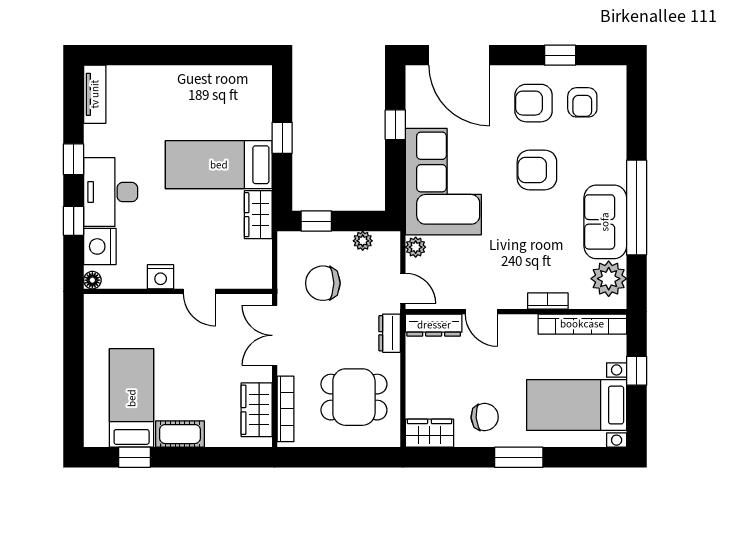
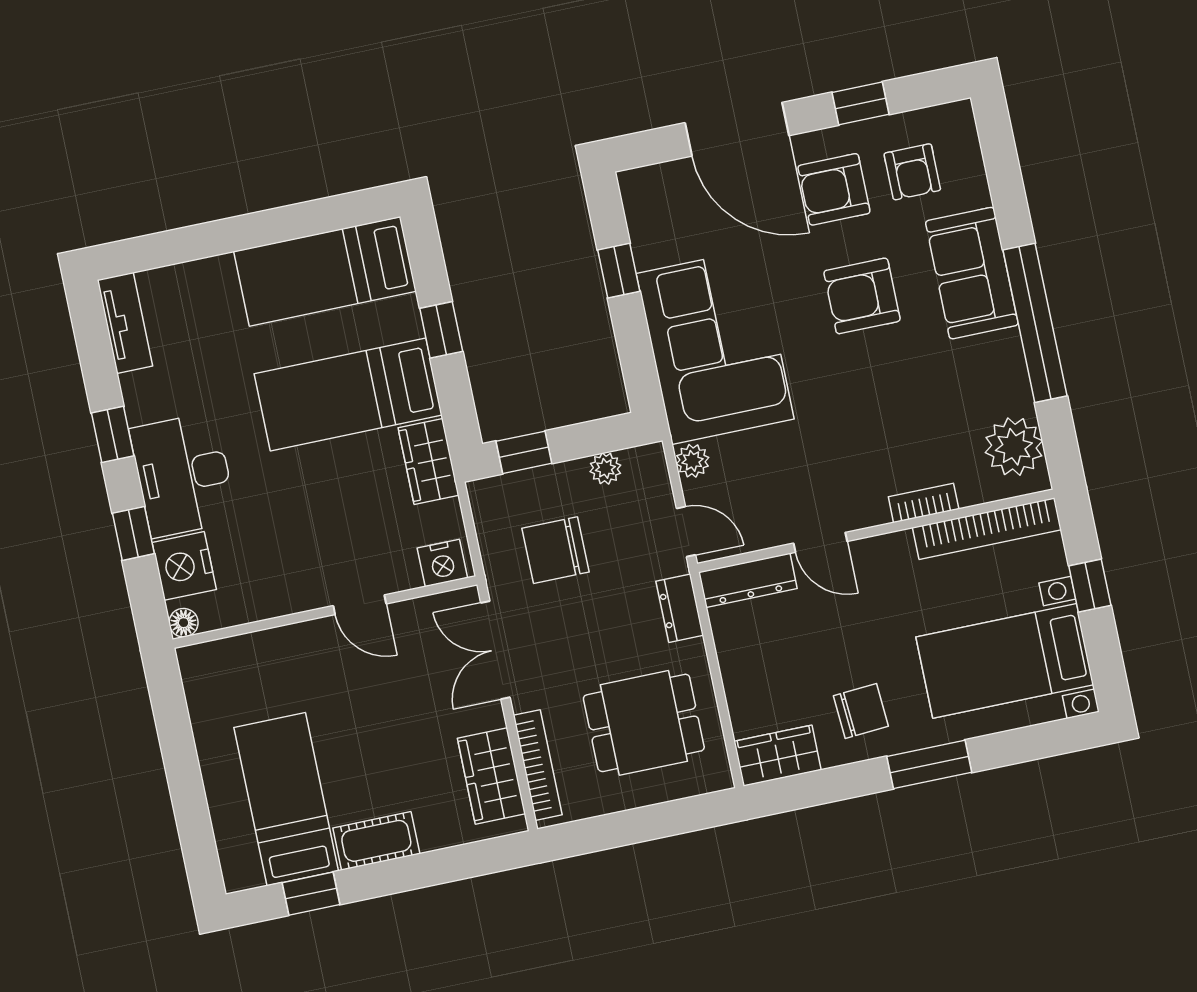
door: (459, 55) -> (737, 129), moved
bed: (220, 89) -> (325, 271), added
sofa: (605, 222) -> (972, 273), moved
nightstand: (161, 277) -> (442, 563), moved

